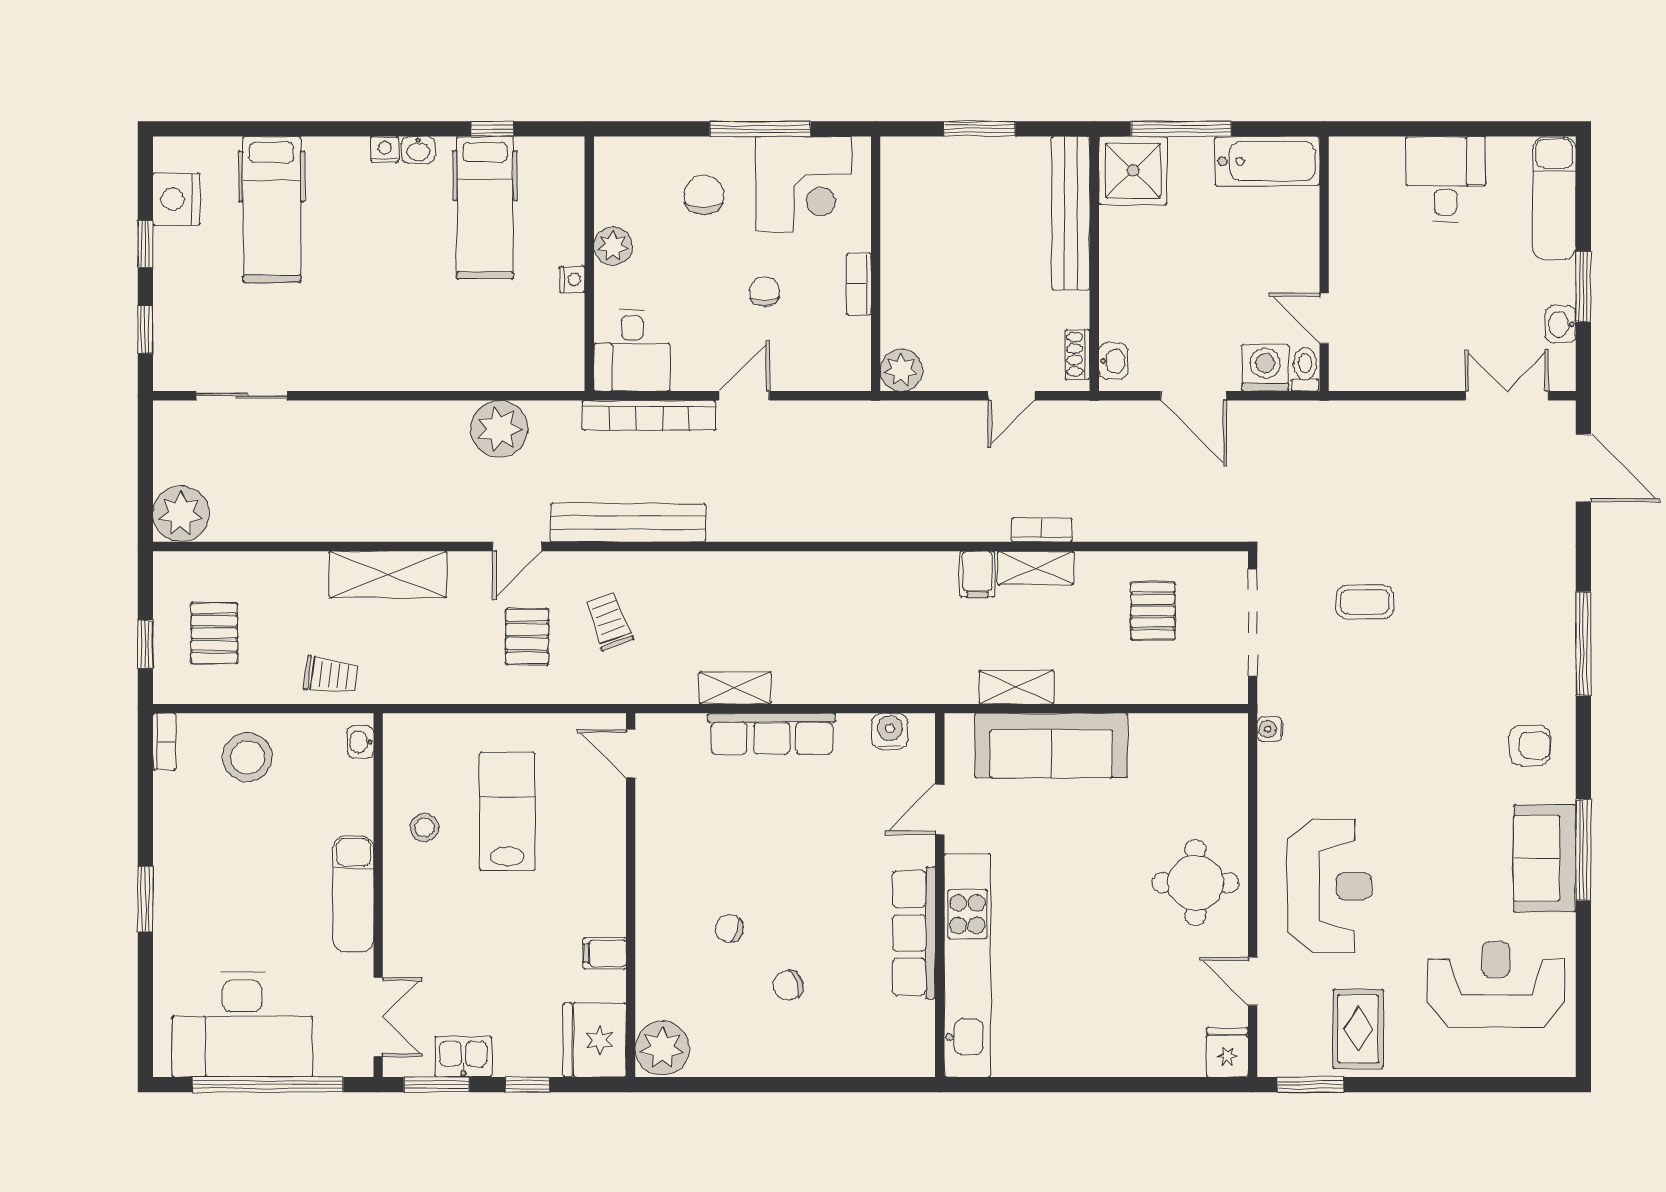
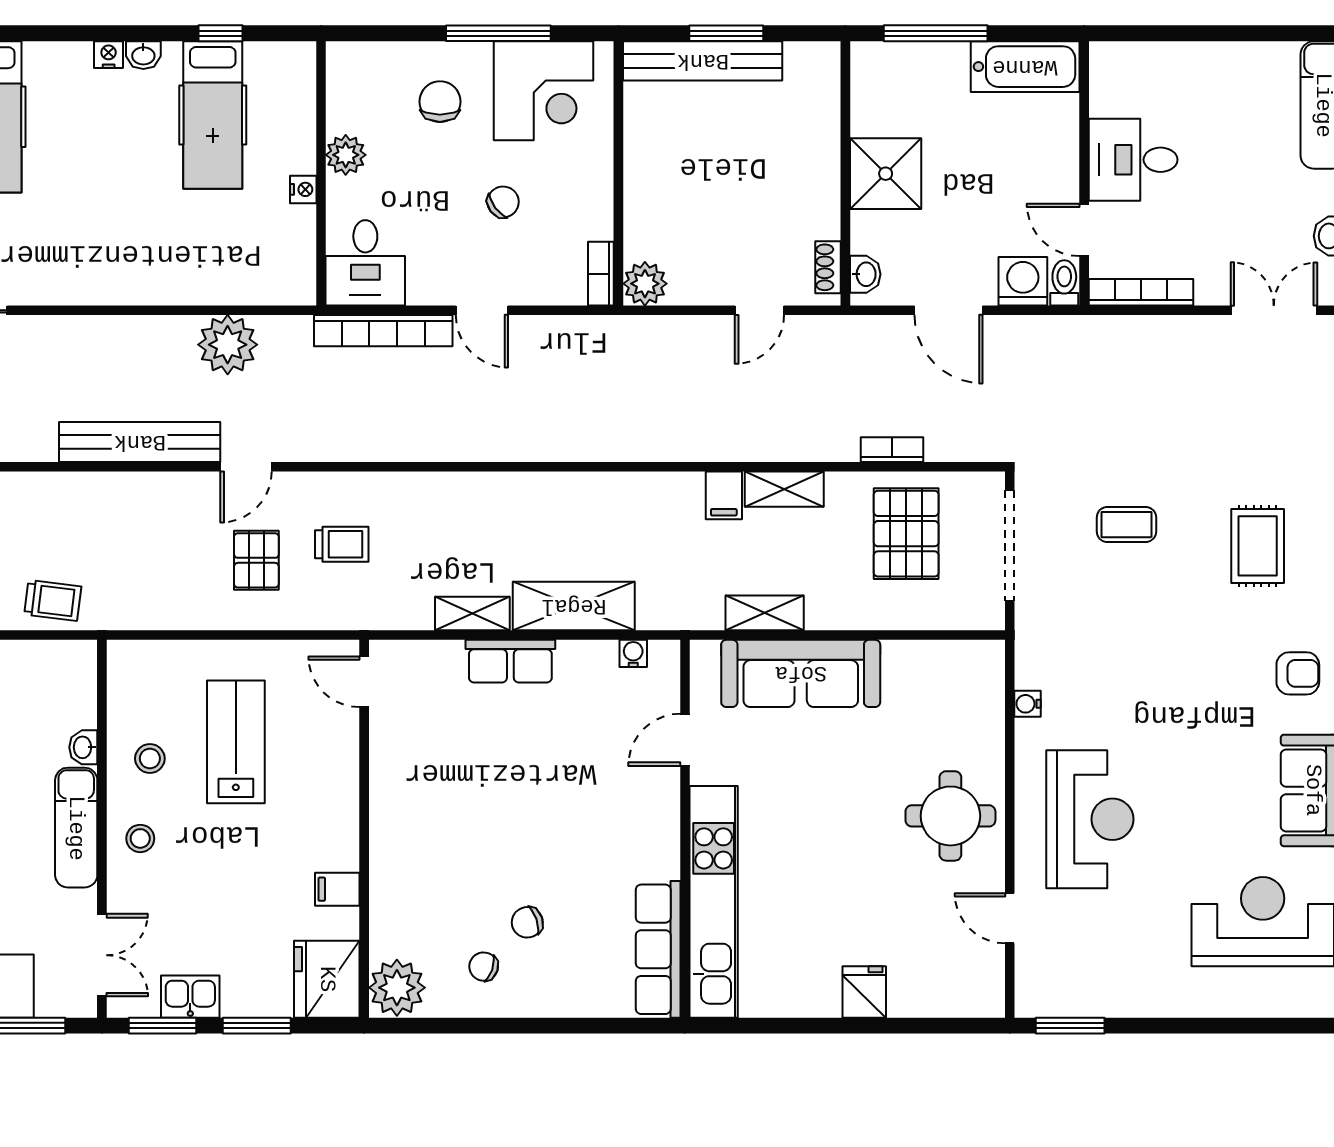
shower: (1133, 171) -> (886, 174), moved
desk: (1445, 179) -> (1133, 160), moved, turned -90
bench: (1071, 213) -> (703, 61), moved, turned 90
bookcase: (859, 284) -> (601, 274), moved
chair: (765, 291) -> (503, 202), turned 53
bookcase: (1379, 378) -> (1141, 292), added
door: (744, 396) -> (482, 310), swing flipped
bench: (628, 523) -> (140, 442), moved
bookcase: (1042, 530) -> (892, 450), moved
shelving: (388, 574) -> (574, 606), moved
pallet: (1153, 611) -> (906, 534), width x1.50, depth x1.42
trolley: (609, 621) -> (342, 544), turned 110
water cooler: (1270, 729) -> (1028, 704), moved
water cooler: (890, 731) -> (633, 653), width x0.72, depth x0.72
row of seats: (772, 734) -> (510, 661), width x0.68
washbasin: (360, 742) -> (83, 747), moved
stool: (415, 904) -> (140, 838), added
chair: (729, 929) -> (484, 967), moved
row of seats: (914, 933) -> (658, 949), moved
rug: (1358, 1029) -> (1258, 546), moved
fridge: (1227, 1052) -> (864, 992), moved
window: (527, 1085) -> (257, 1026), width x1.50

